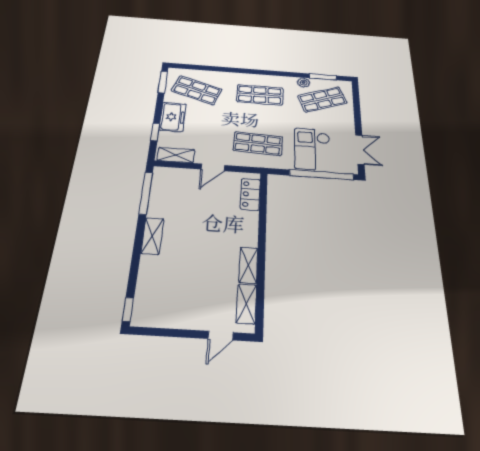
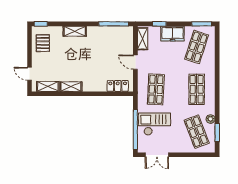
shelving: (152, 236) -> (75, 31), moved
pallet: (165, 308) -> (43, 43), added

